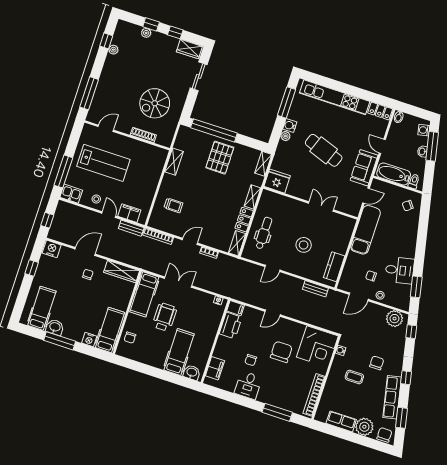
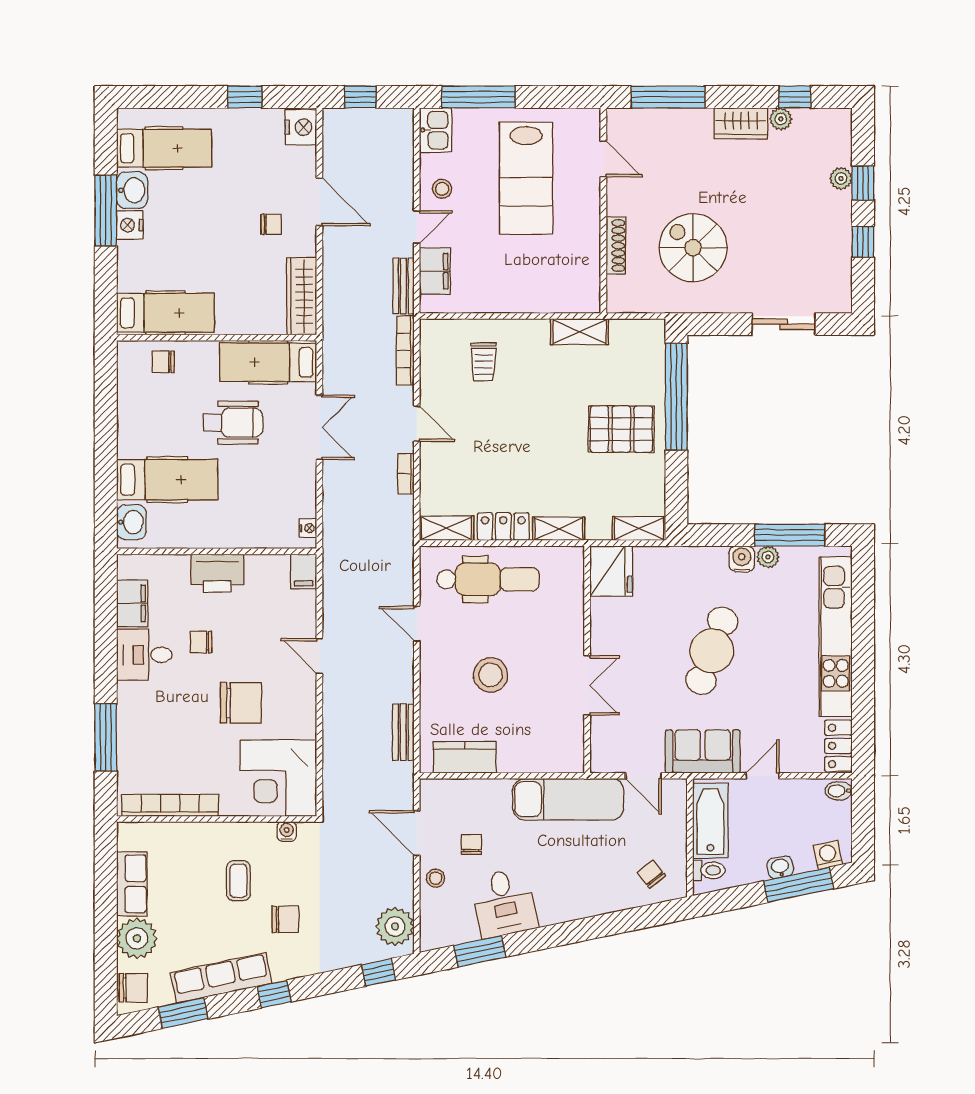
wardrobe: (189, 49) -> (741, 123), moved, turned -90
plant: (285, 136) -> (768, 557), moved
dental chair: (264, 233) -> (488, 579), width x1.36, depth x1.38
printer: (231, 326) -> (217, 573), moved
nightstand: (89, 340) -> (130, 225), moved
filing cabinet: (215, 368) -> (132, 603), moved, turned -90

